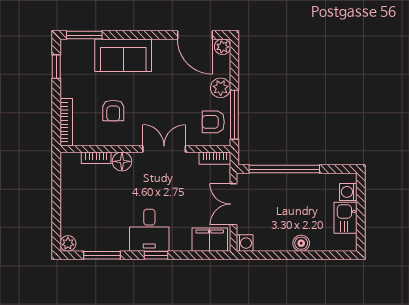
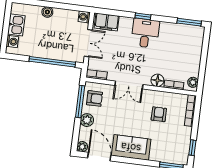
sofa: (123, 55) -> (131, 147), moved
plant: (68, 243) -> (193, 82), moved
window: (102, 255) -> (189, 22), moved

